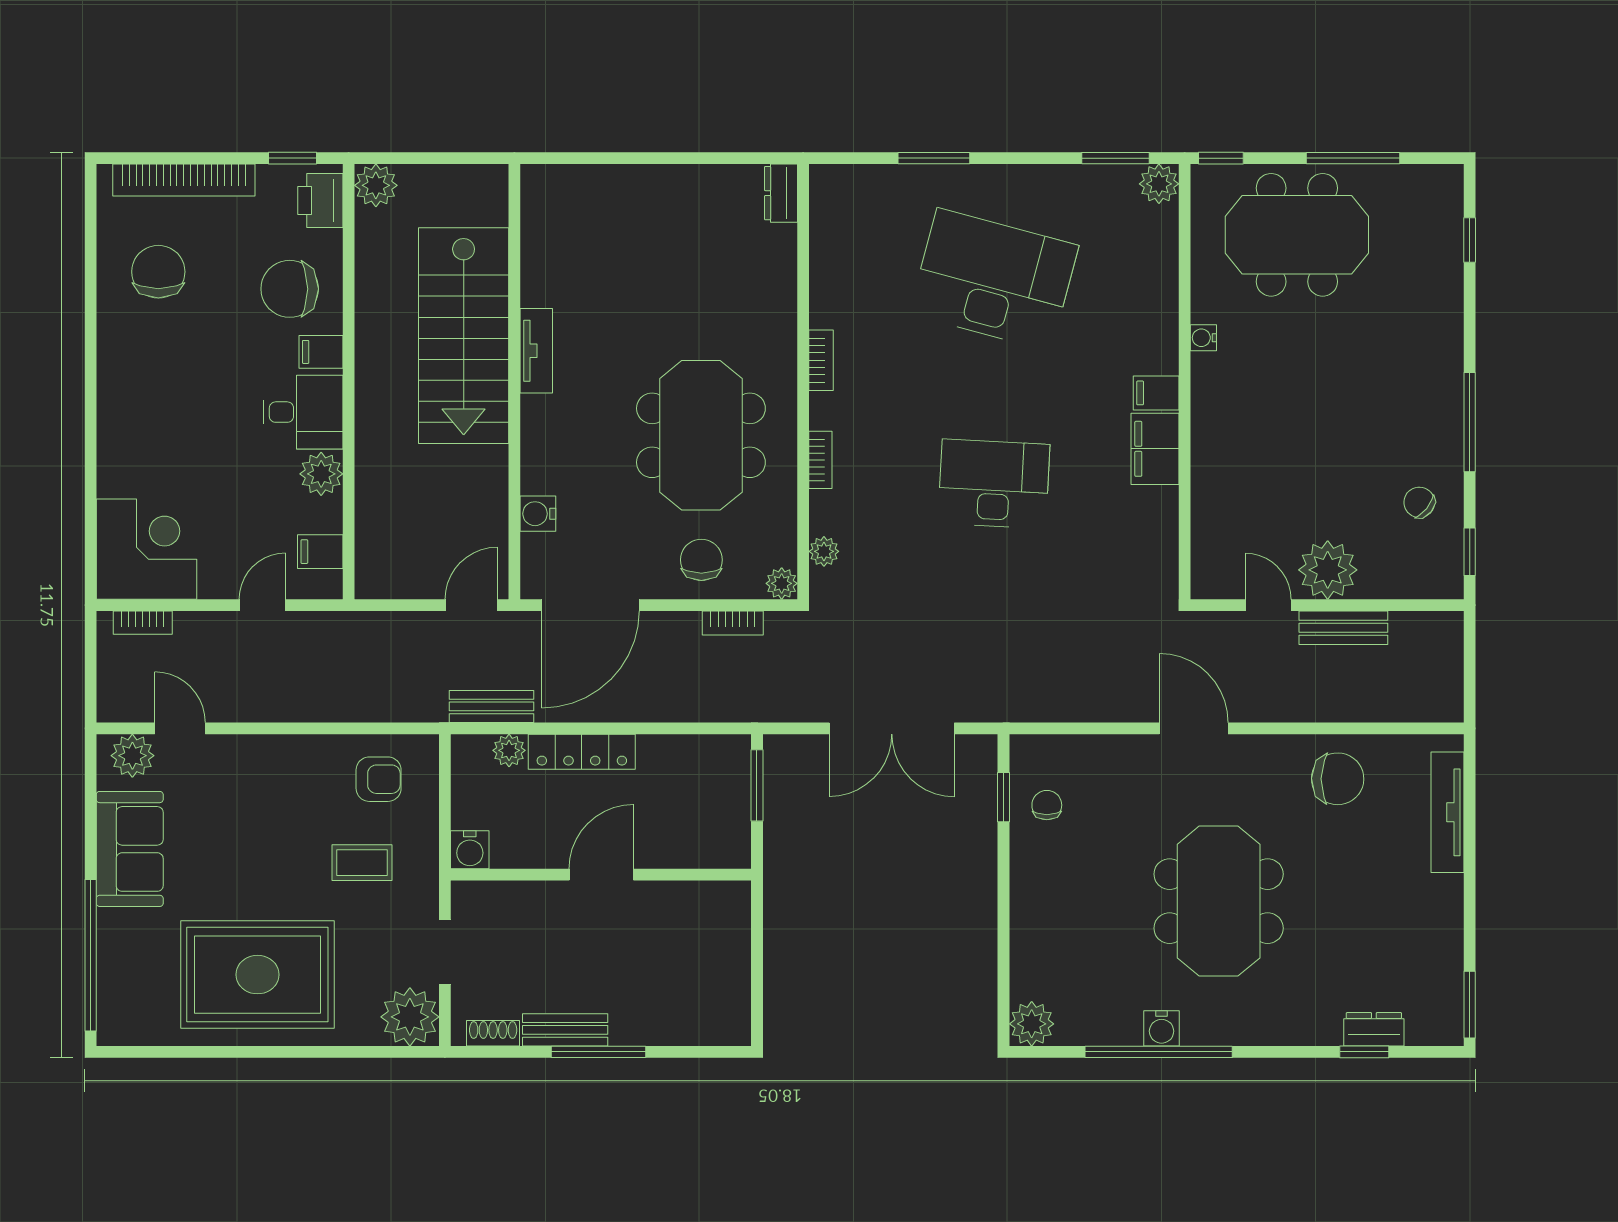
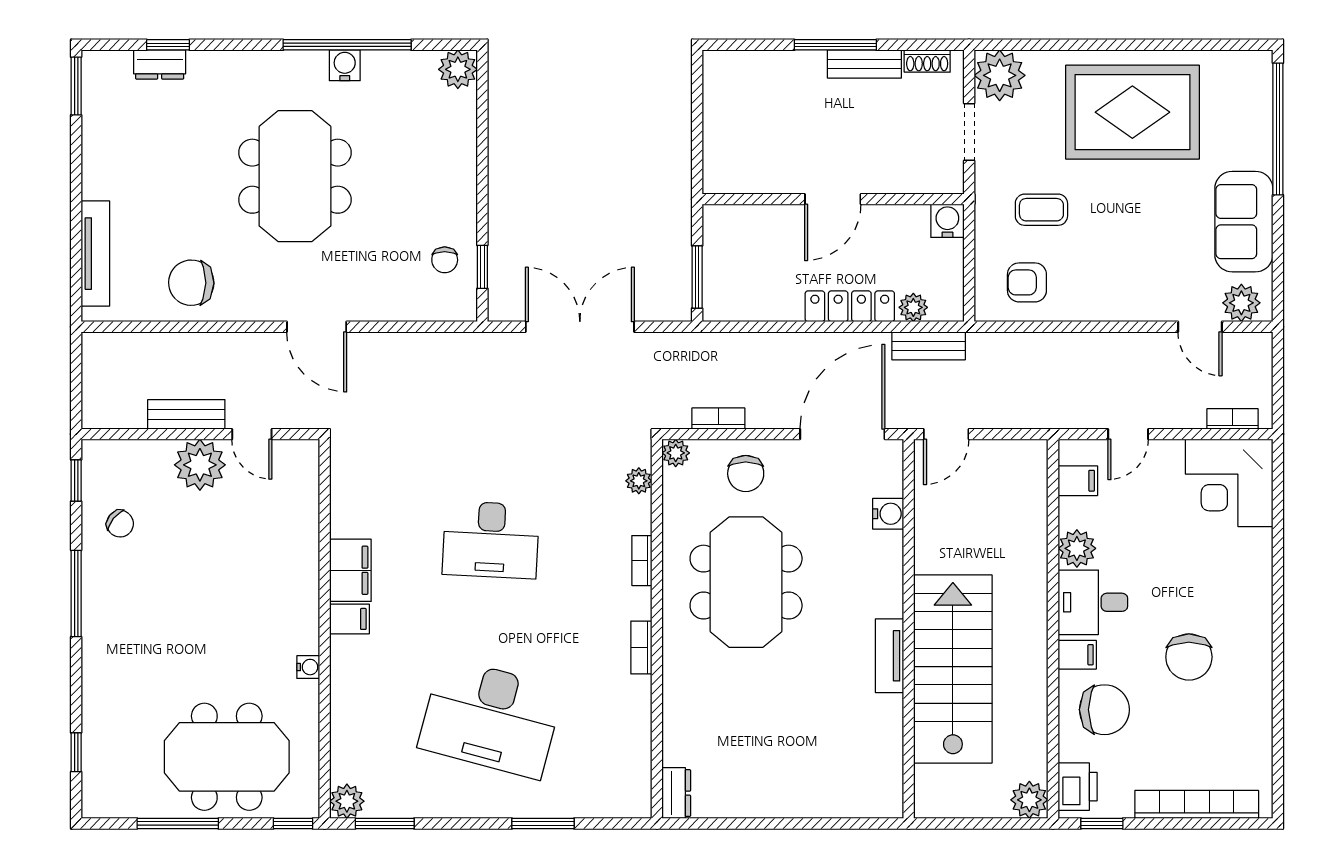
chair: (158, 272) -> (1189, 657), moved

